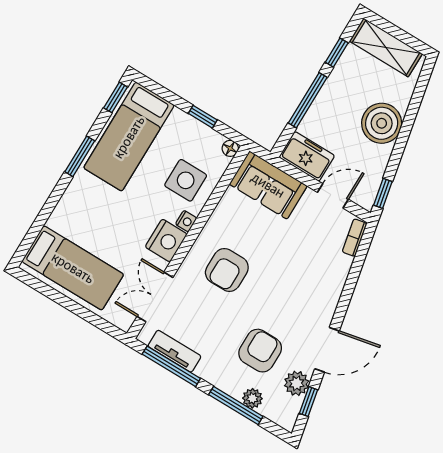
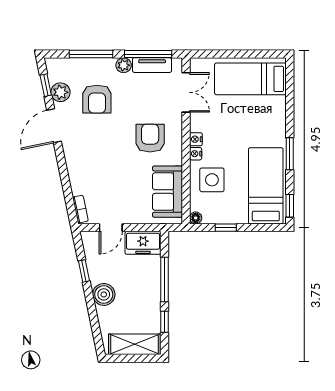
boiler: (382, 123) -> (104, 294), width x0.73, depth x0.73
sofa: (268, 185) -> (168, 192), moved, turned -90
window: (383, 193) -> (84, 271), moved
nightstand: (166, 241) -> (196, 139), width x0.53, depth x0.56
plant: (252, 398) -> (124, 65), moved

